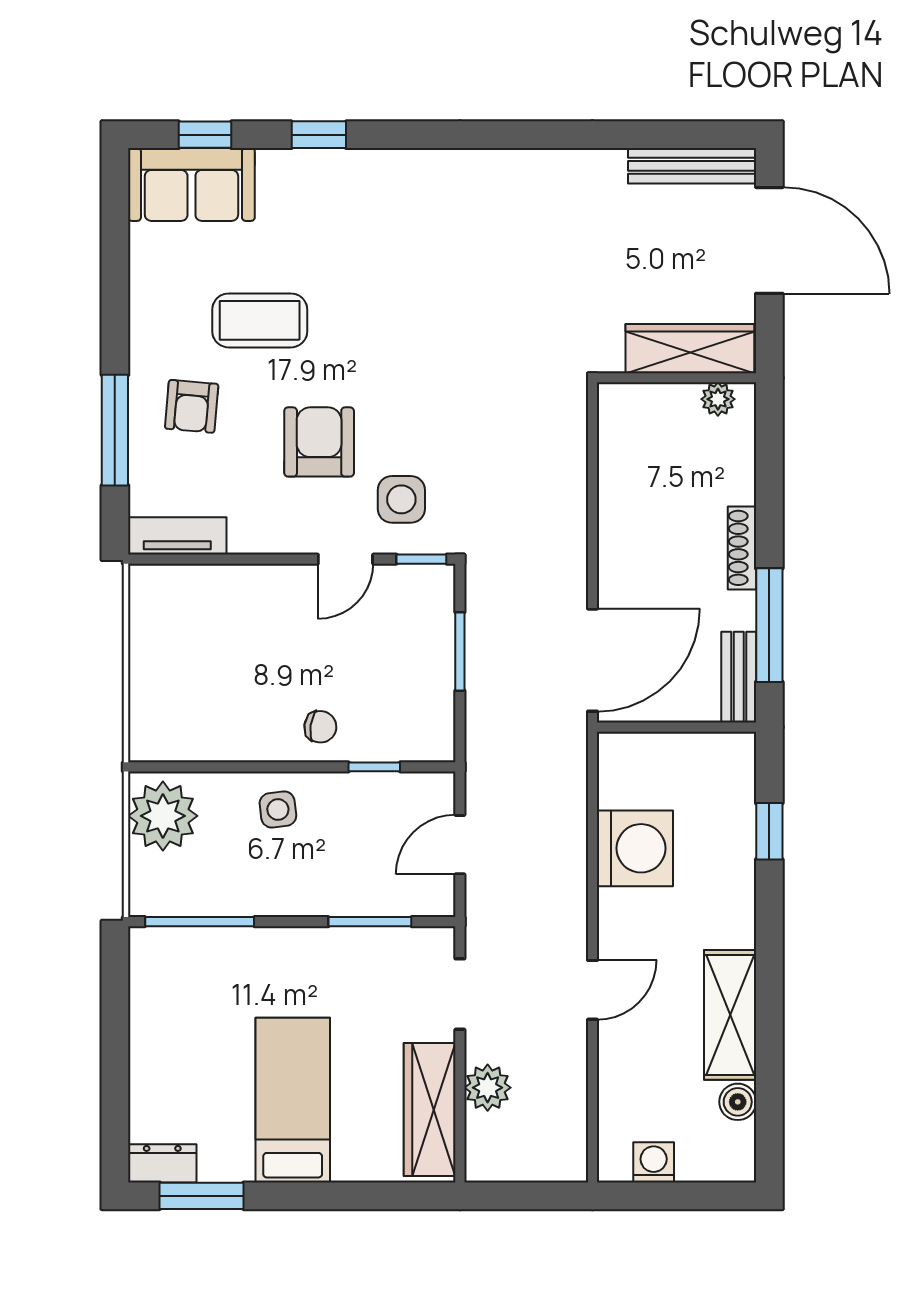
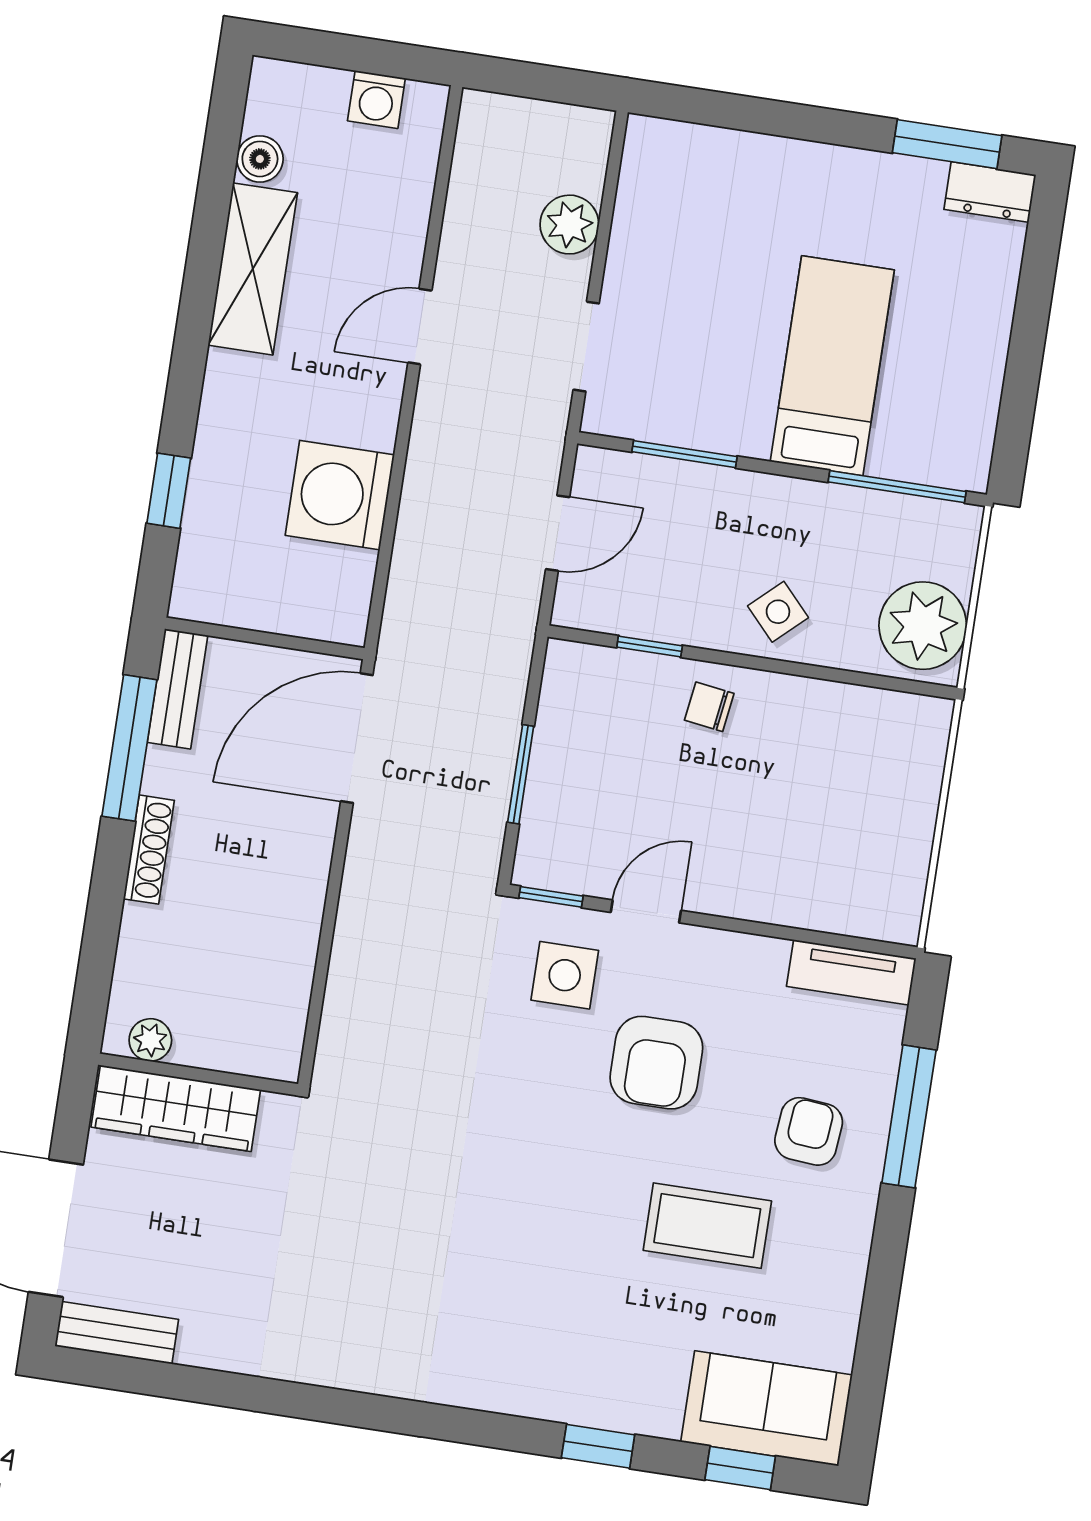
bench: (692, 166) -> (117, 1333), width x0.73
side table: (278, 809) -> (778, 612), turned -36
bed: (293, 1100) -> (832, 366), moved, turned 180
wardrobe: (430, 1109) -> (646, 208), removed

